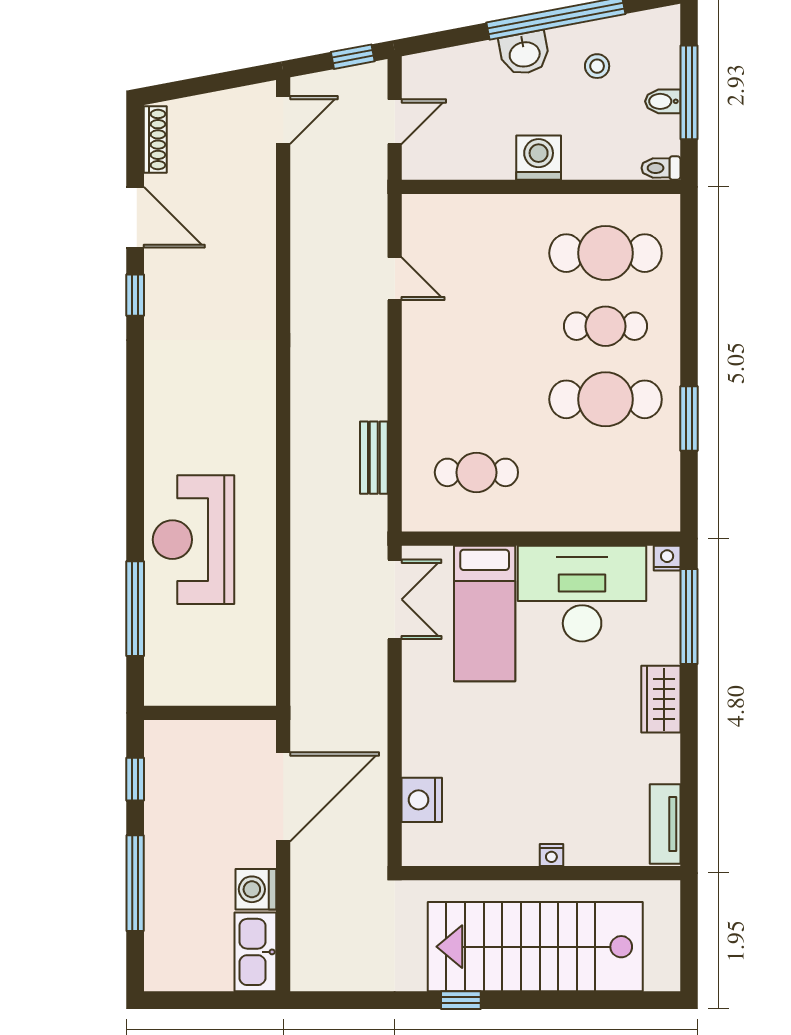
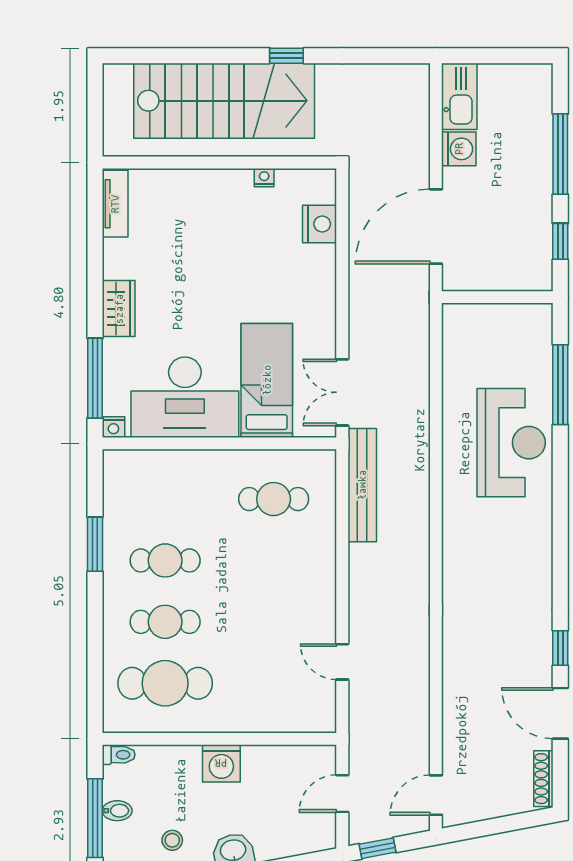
cafe table: (606, 399) -> (165, 560), width x0.73, depth x0.74
bench: (374, 458) -> (362, 485), width x1.86, depth x1.21
nightstand: (551, 855) -> (264, 178), moved

